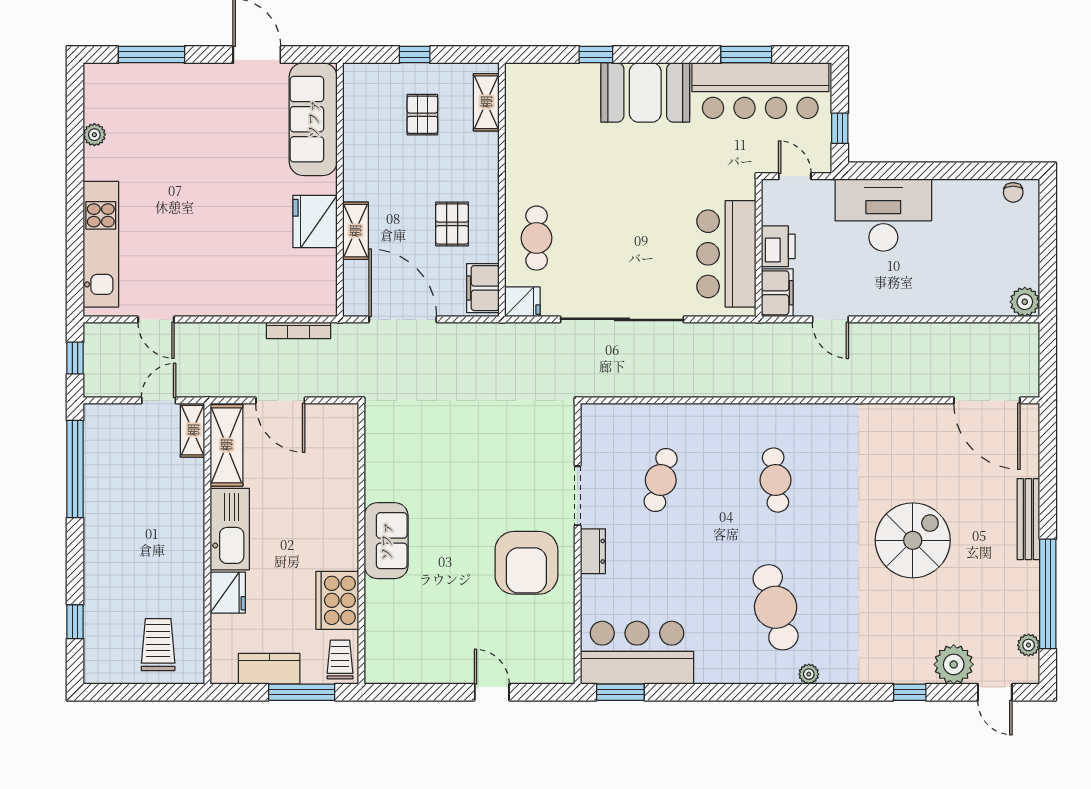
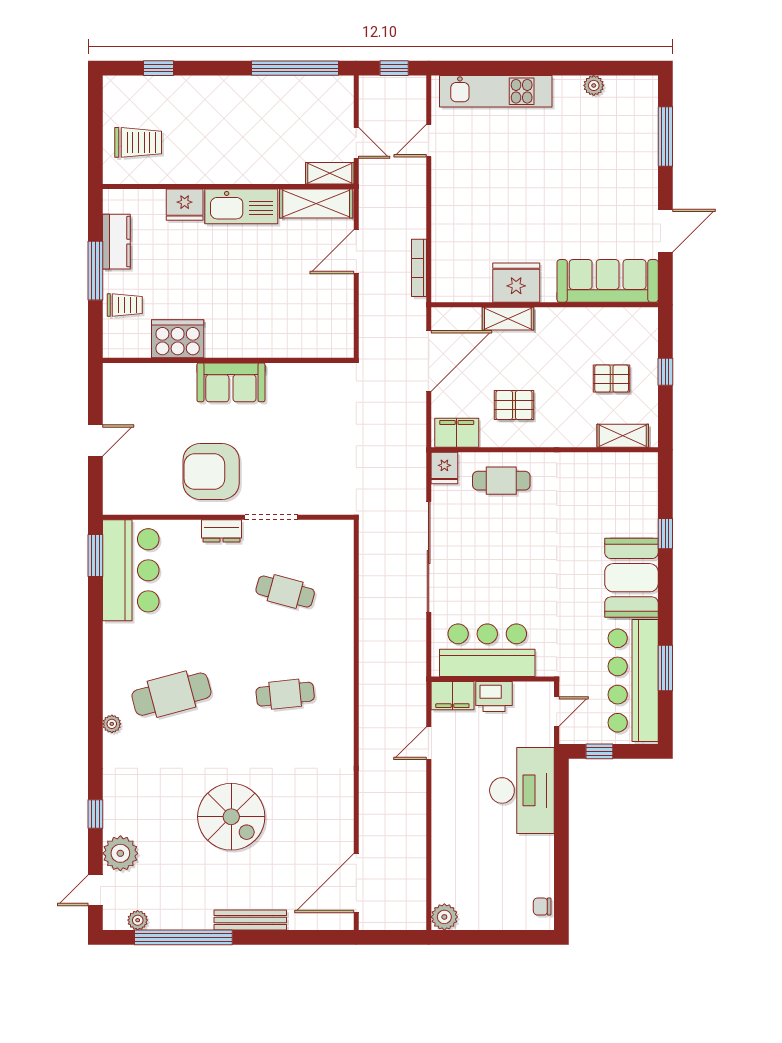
sofa: (386, 541) -> (231, 382), moved
wall: (361, 544) -> (228, 360), moved
cooker: (337, 600) -> (178, 339), moved

